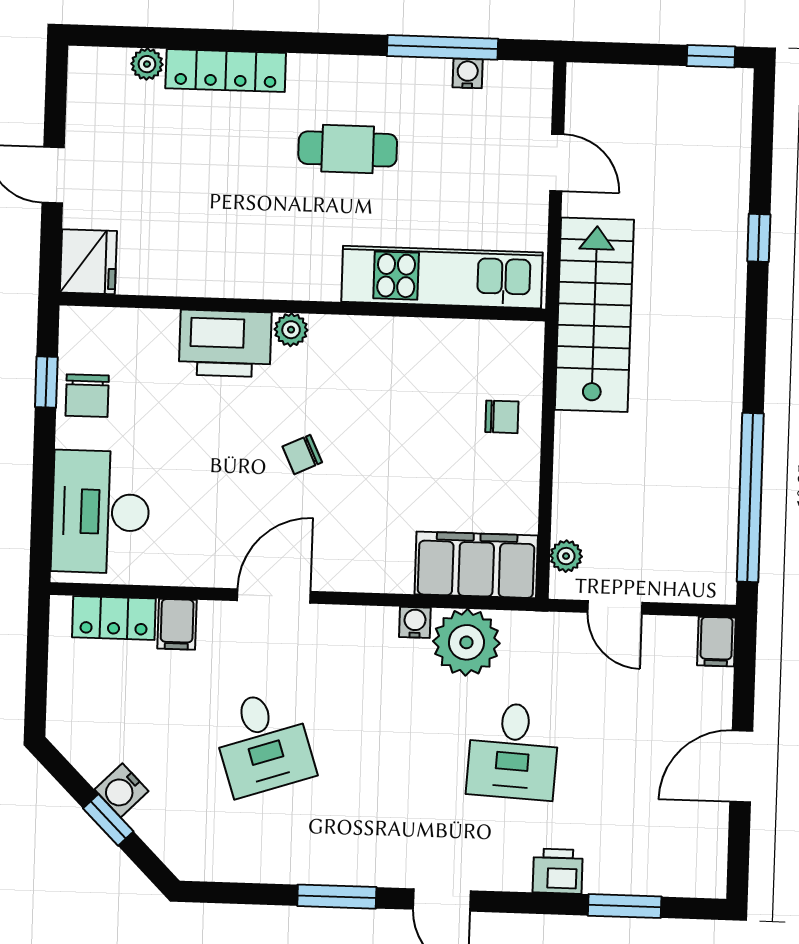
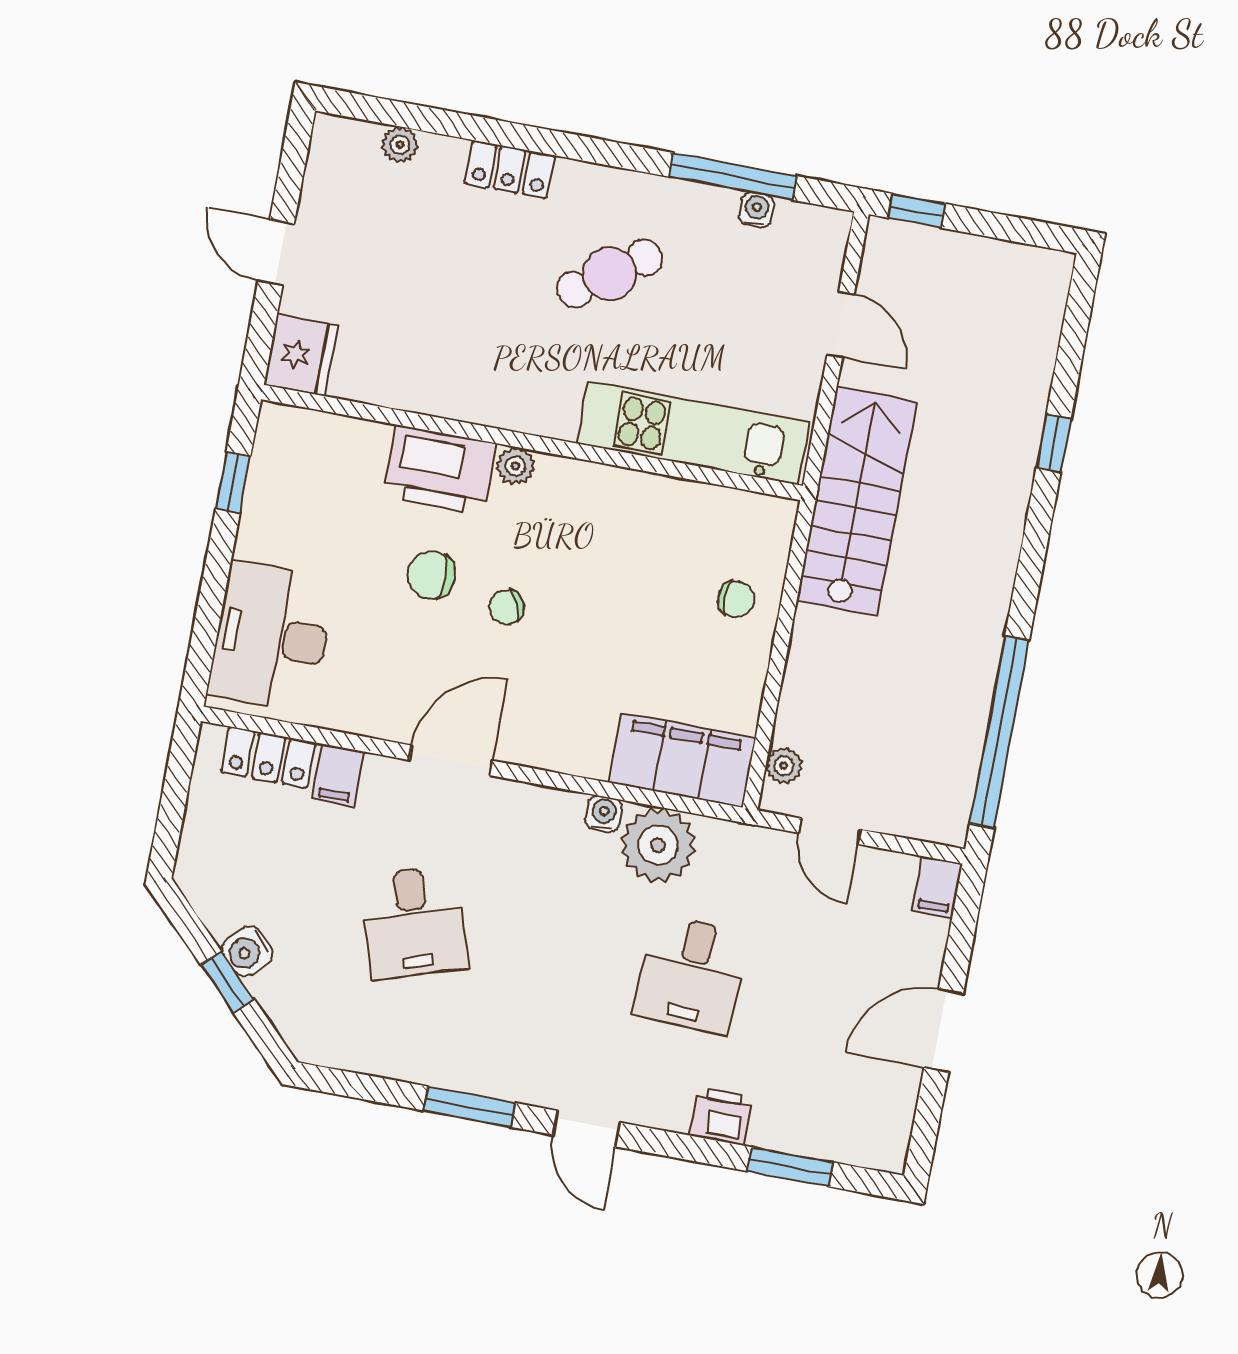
window: (711, 56) -> (917, 211), moved
locker: (226, 71) -> (510, 170), width x0.66
cafe table: (348, 149) -> (610, 274), turned -35
chair: (87, 396) -> (431, 575), moved, turned 90

